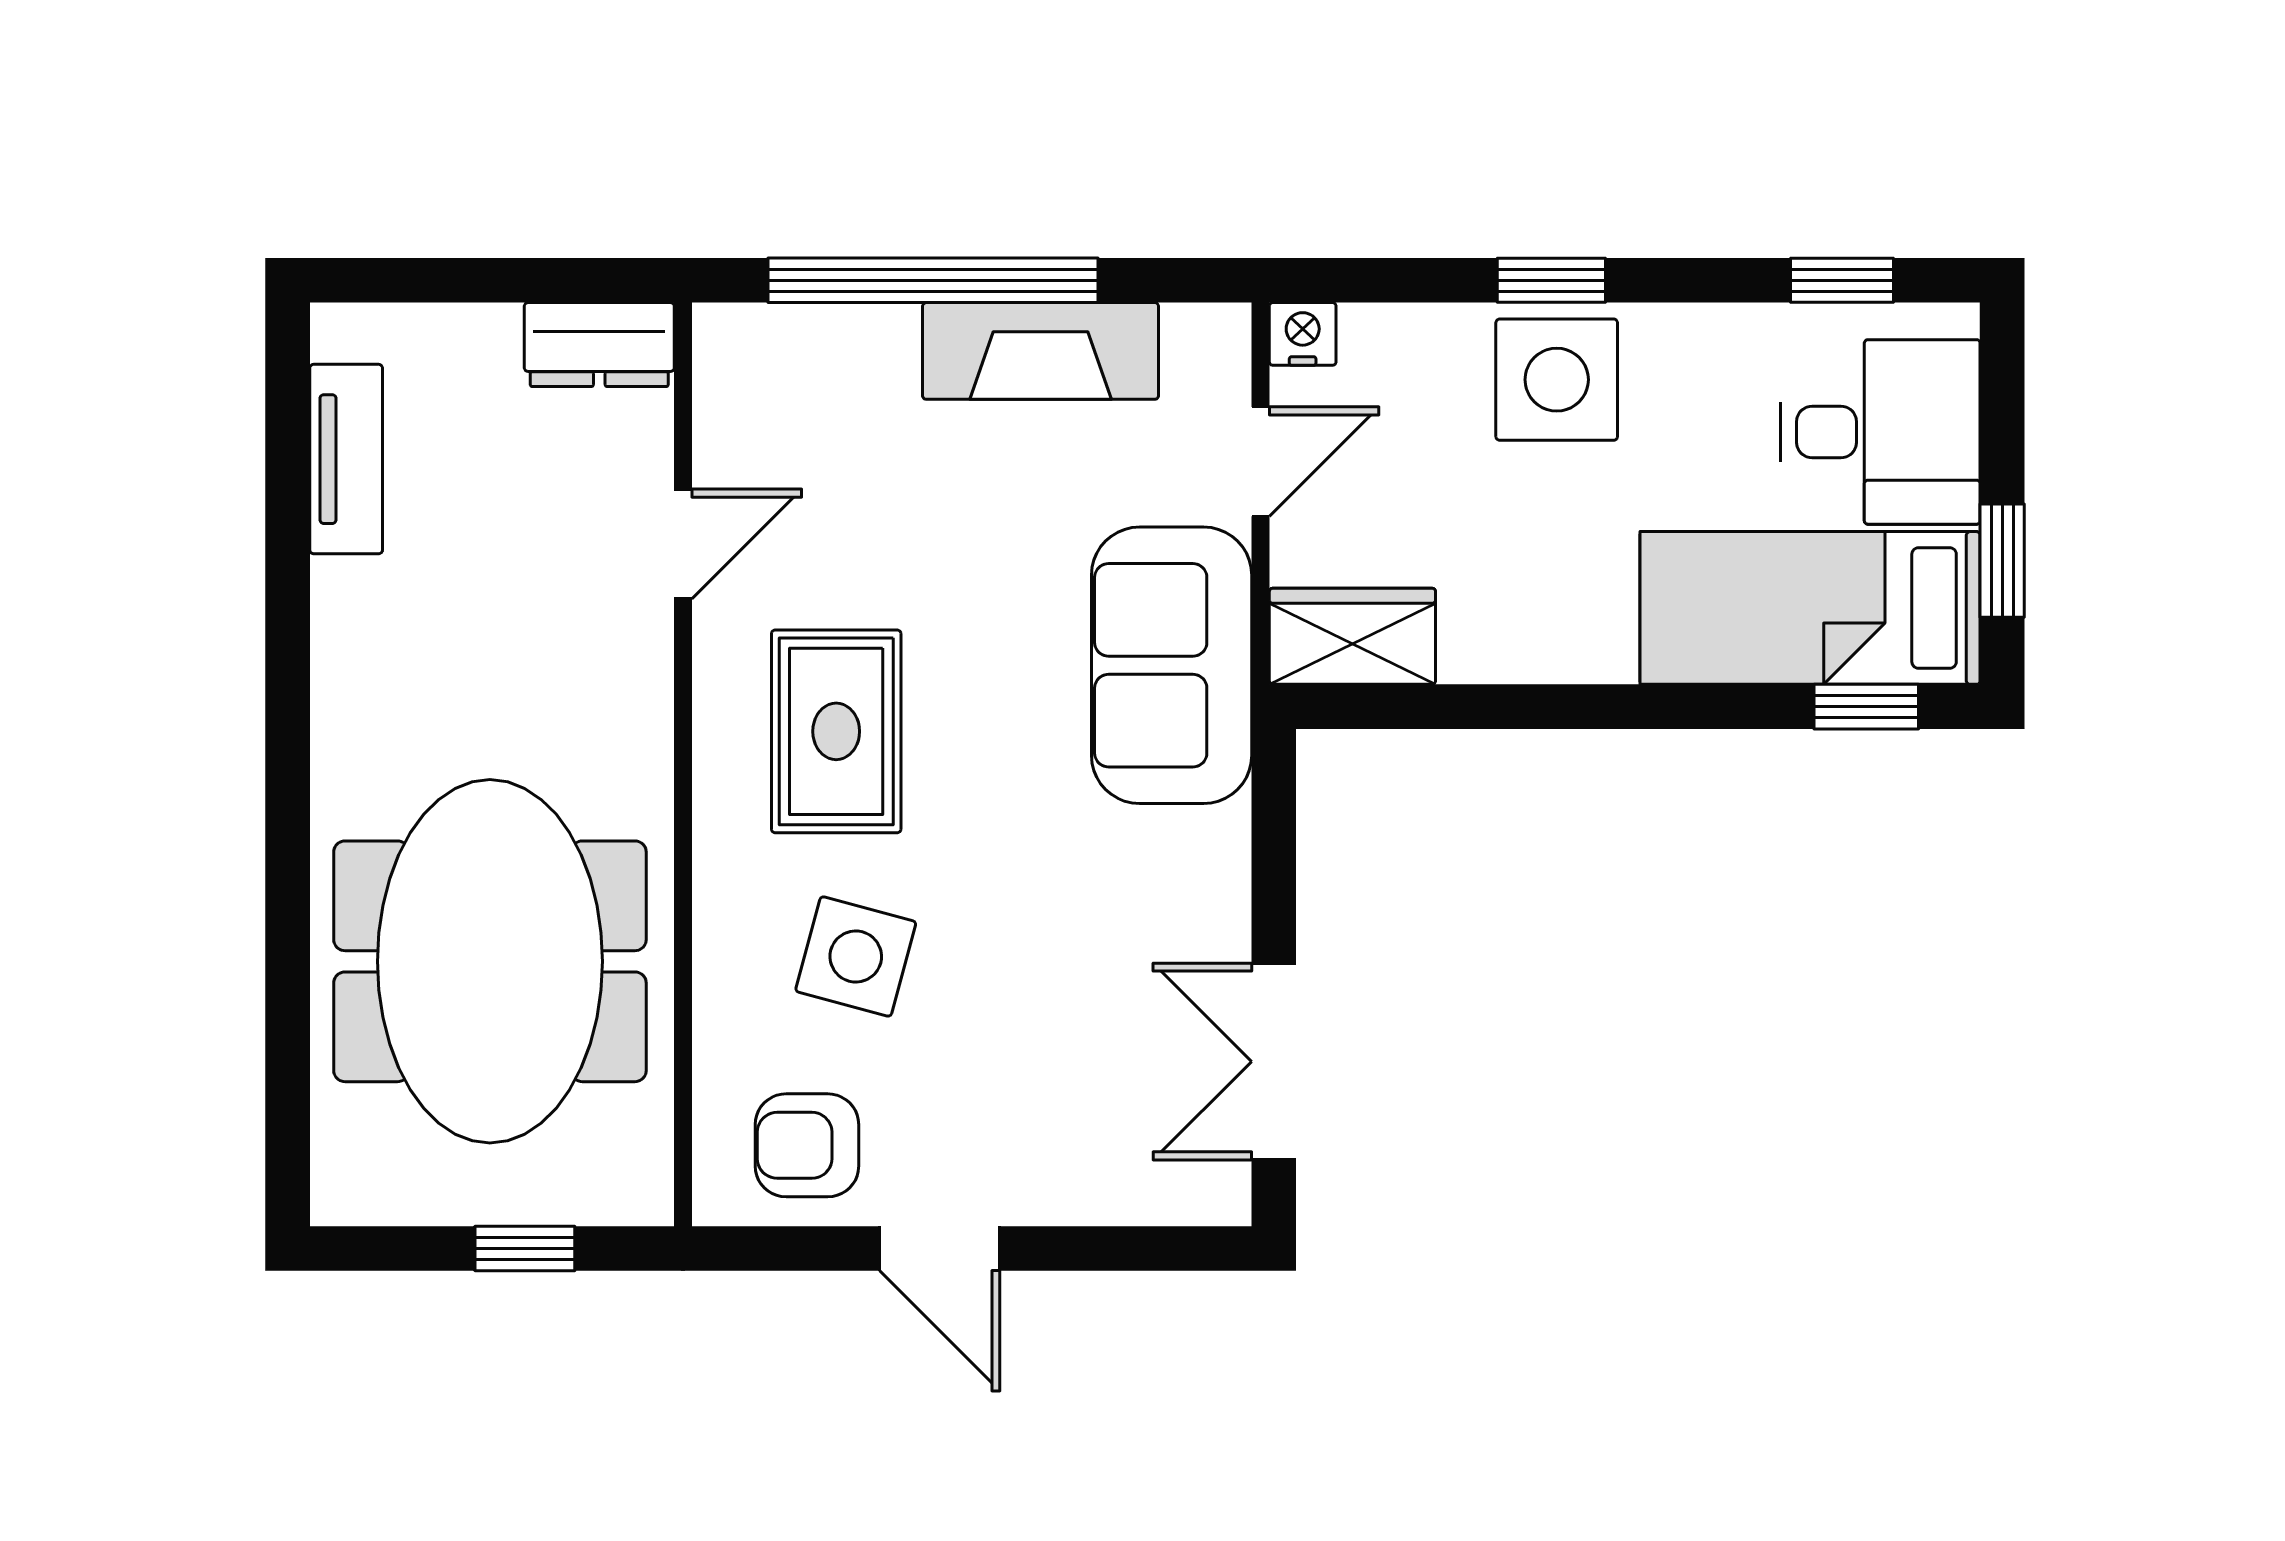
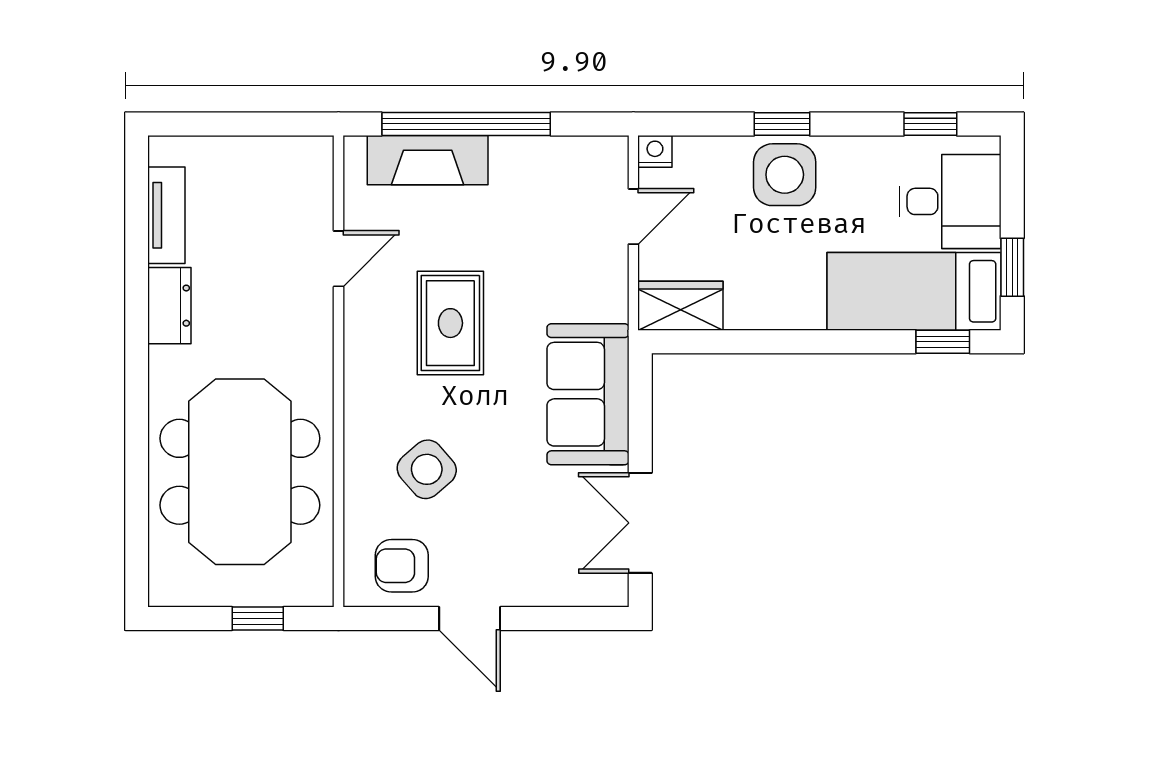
dresser: (599, 345) -> (169, 306), moved, turned -90
fireplace: (1041, 351) -> (428, 160), moved
sofa: (1172, 665) -> (588, 394), moved
rug: (836, 731) -> (450, 323), moved
side table: (856, 956) -> (427, 469), turned 34

